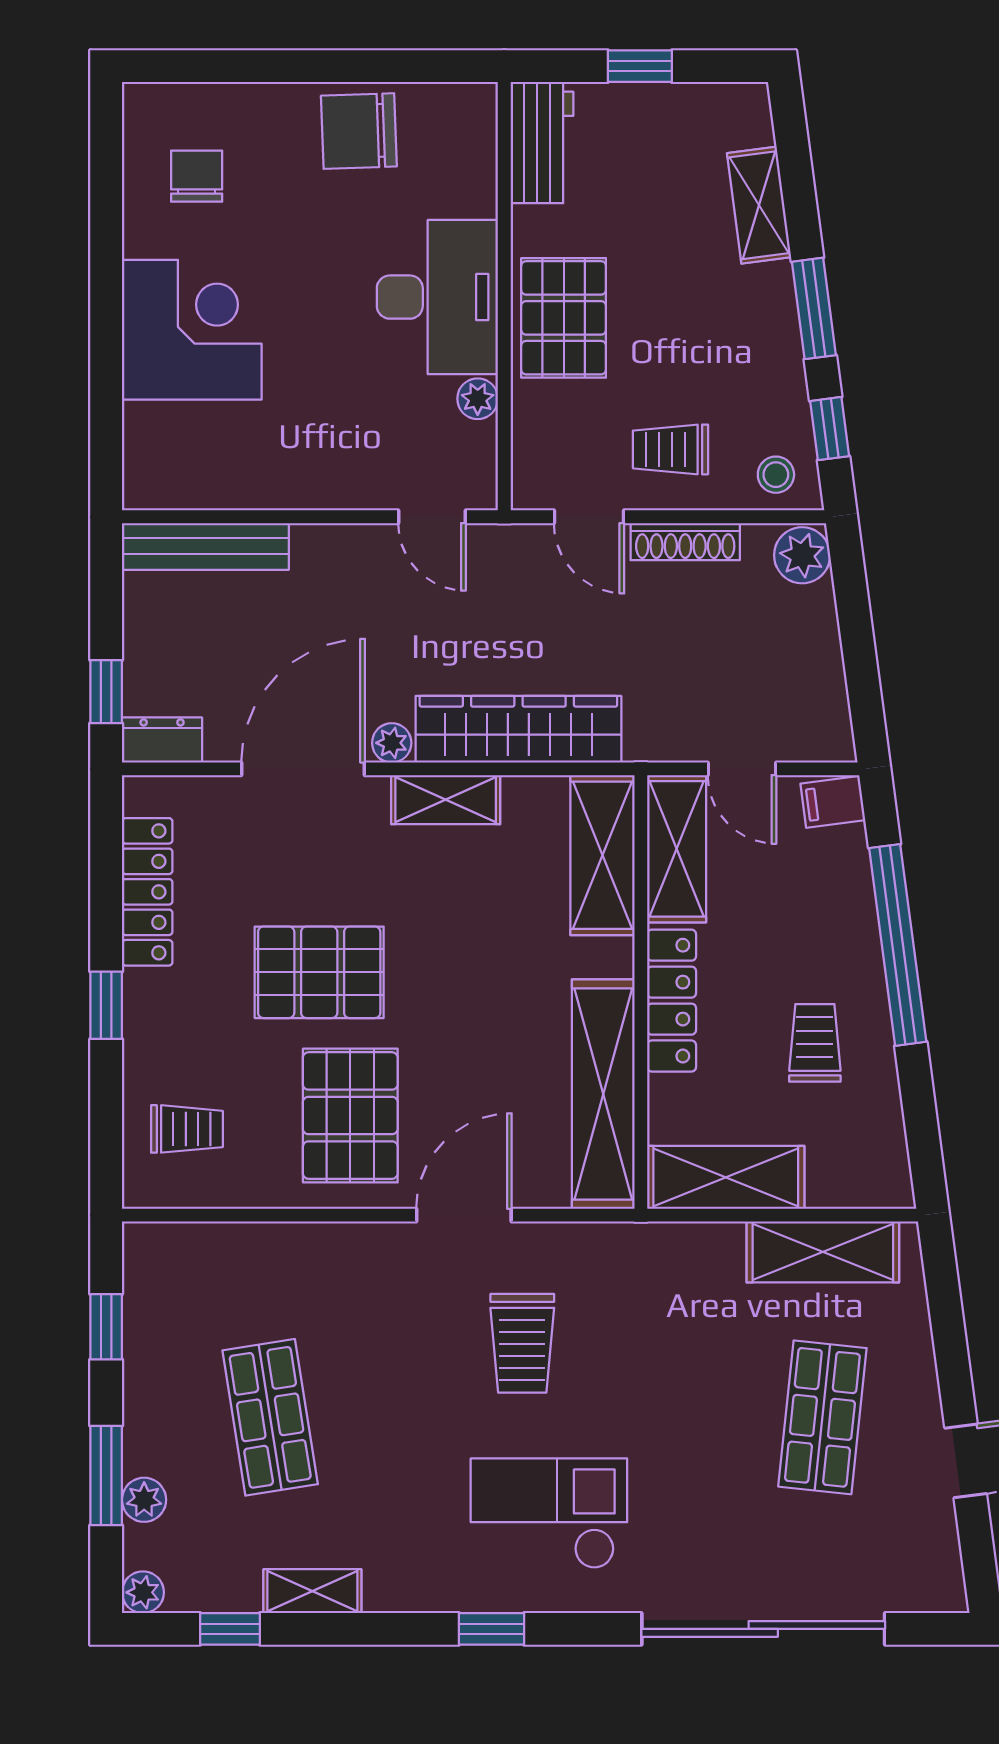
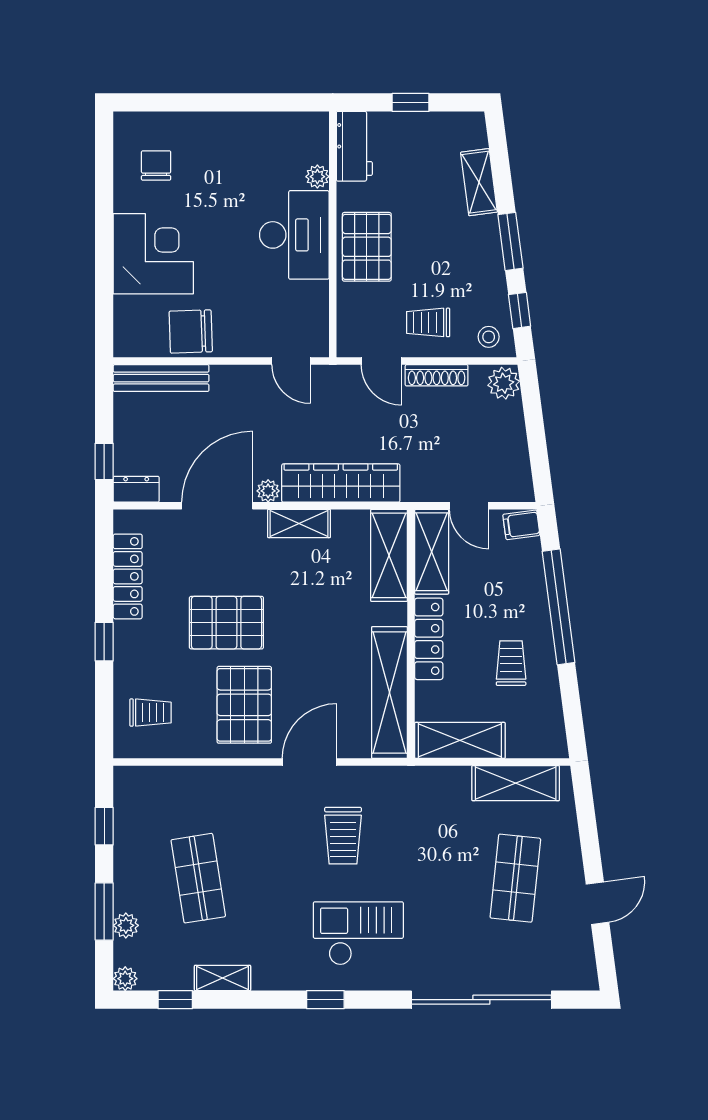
chair: (359, 131) -> (191, 331), moved
plant: (478, 399) -> (317, 177), moved

